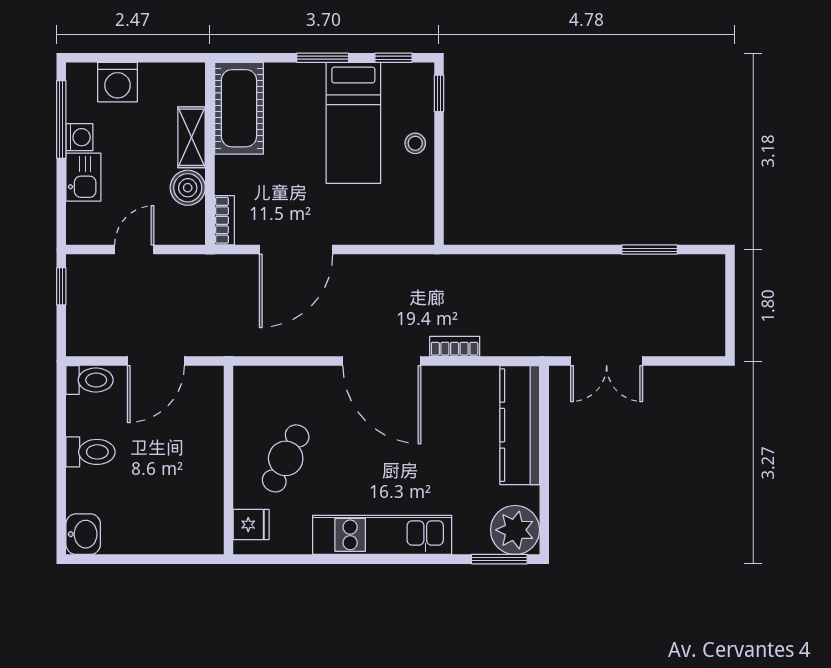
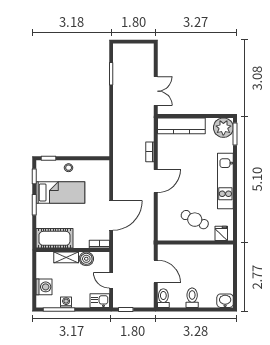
kitchen sink: (83, 177) -> (100, 301), moved
door: (296, 250) -> (111, 215), hinge flipped
door: (382, 361) -> (156, 181), width x0.73

